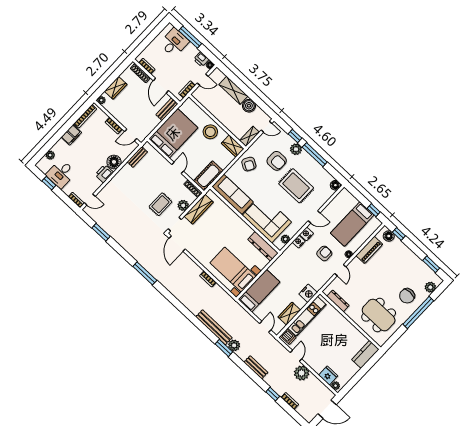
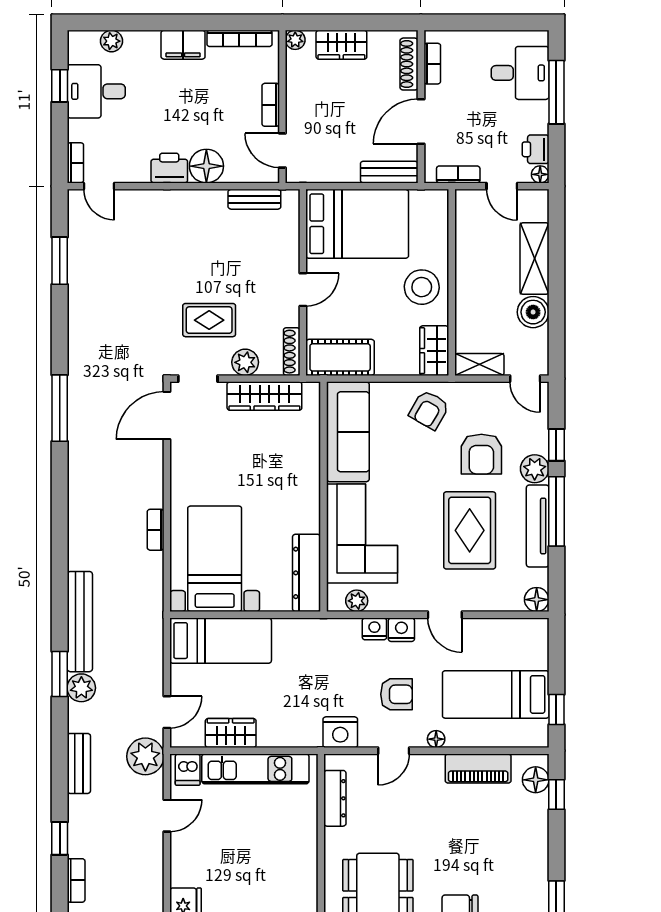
tv unit: (314, 164) -> (538, 526), added
nightstand: (308, 293) -> (340, 732), moved
plant: (302, 373) -> (145, 756), moved

